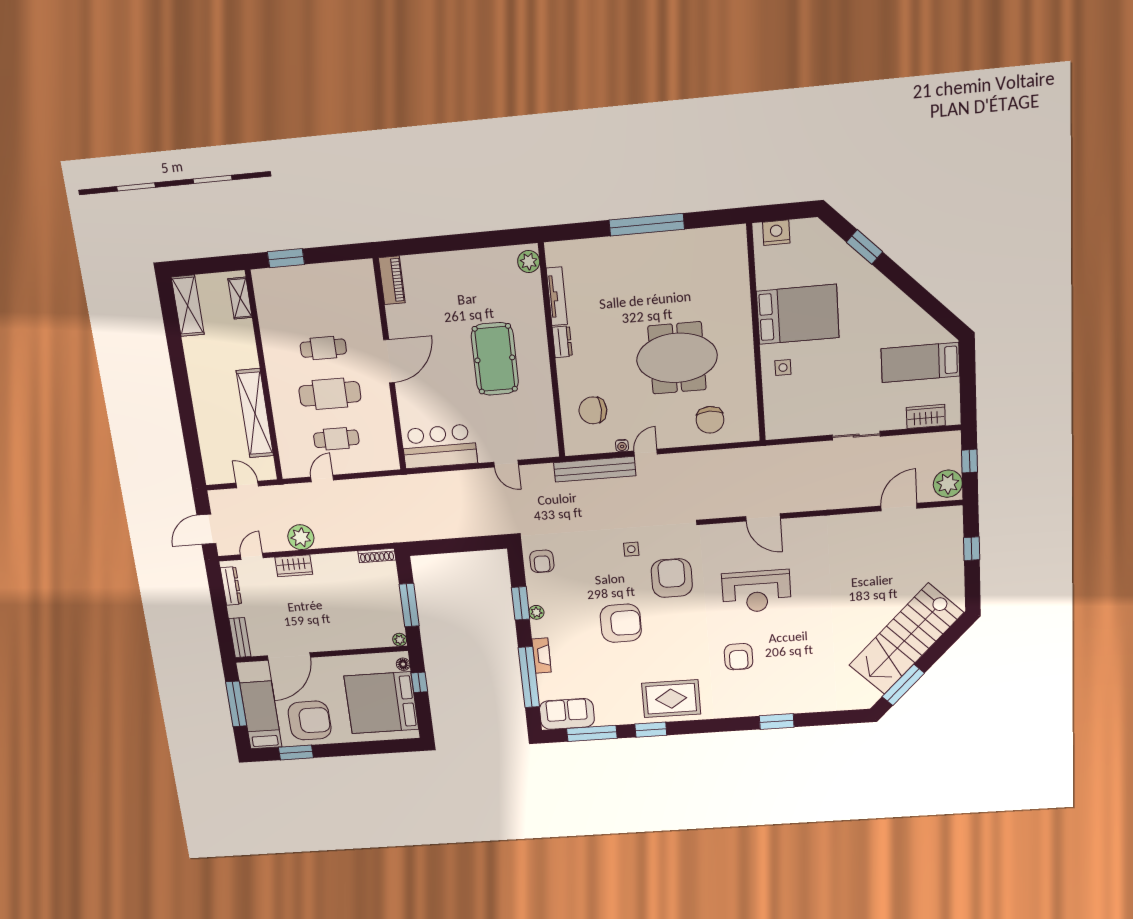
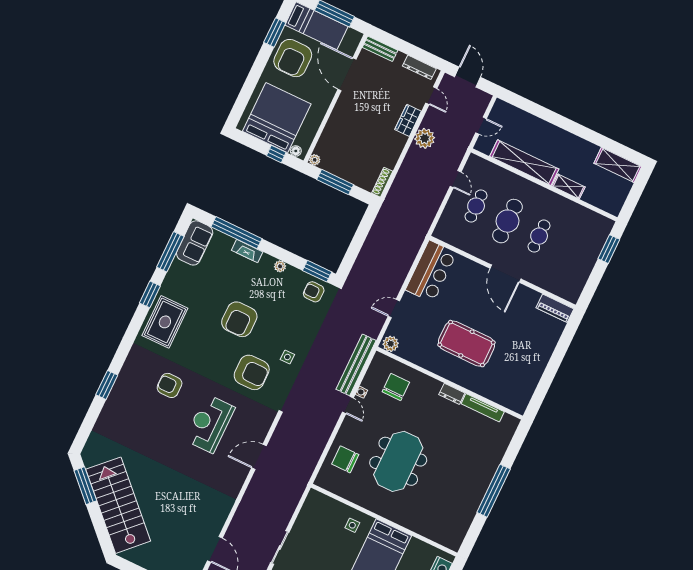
plant: (529, 262) -> (391, 344), moved
shelving: (240, 298) -> (568, 187), moved
window: (521, 603) -> (317, 271), moved

